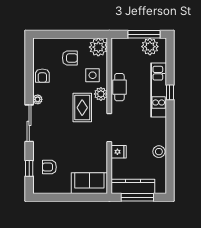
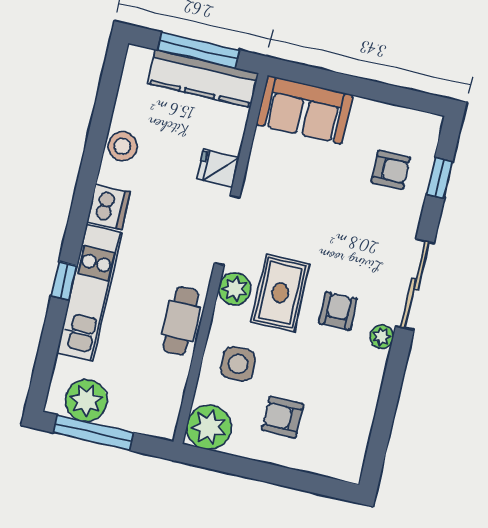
armchair: (42, 76) -> (338, 311), moved
plant: (101, 94) -> (235, 289), moved
dishwasher: (159, 126) -> (109, 207), added

